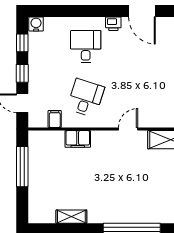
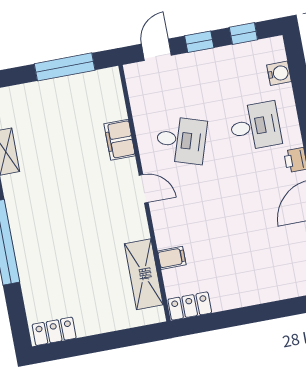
water cooler: (36, 24) -> (279, 73), moved
filing cabinet: (55, 119) -> (172, 258), moved
door: (128, 129) -> (144, 189), moved

